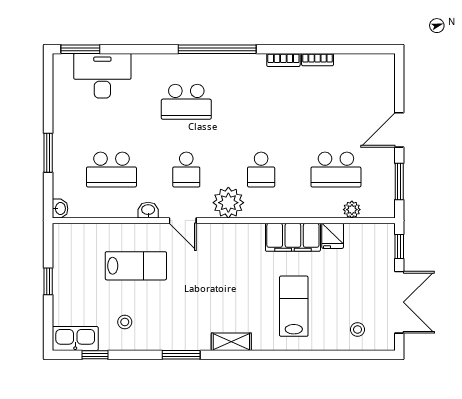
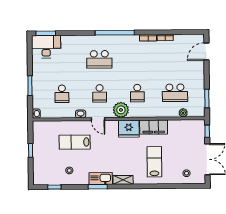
desk: (102, 76) -> (46, 47), moved
door: (399, 130) -> (206, 51), moved
school desk: (111, 170) -> (62, 94), width x0.54
fridge: (333, 236) -> (129, 129), moved, width x1.88, depth x1.34
lab bench: (136, 266) -> (75, 142), turned 180
kitchen sink: (75, 339) -> (101, 178), moved

